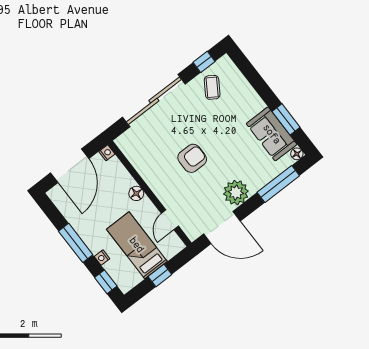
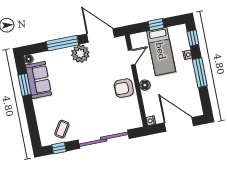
armchair: (192, 158) -> (124, 88), moved
door: (70, 166) -> (179, 124), hinge flipped
window: (278, 184) -> (62, 43), moved

